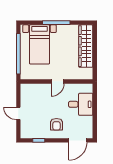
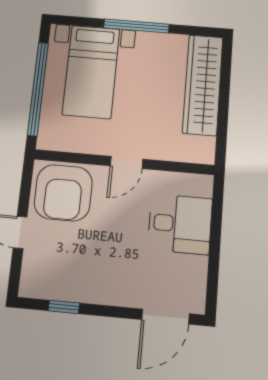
armchair: (57, 124) -> (63, 193), moved, width x1.88, depth x1.88

